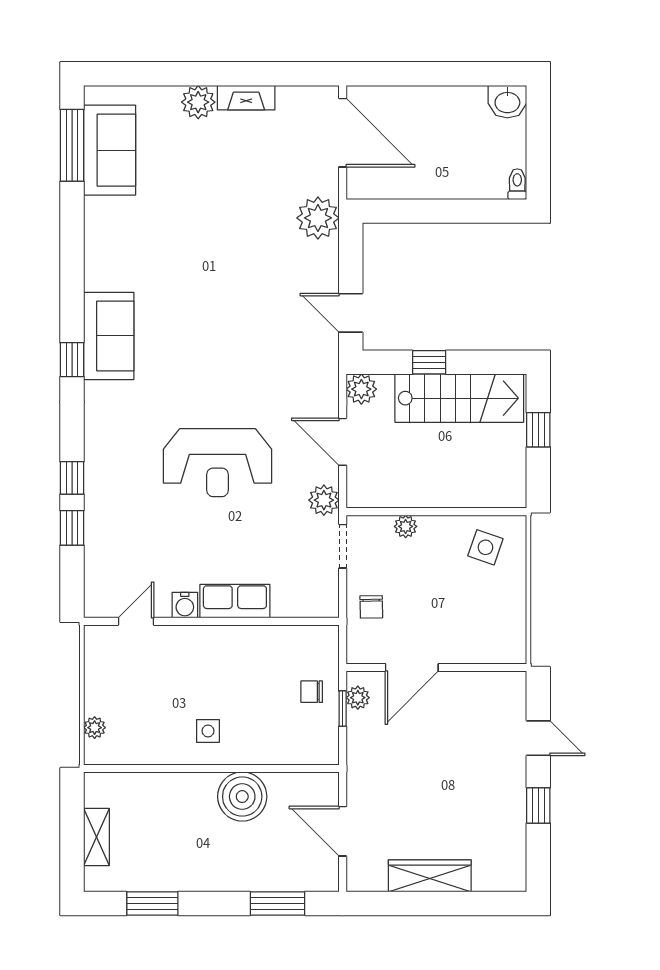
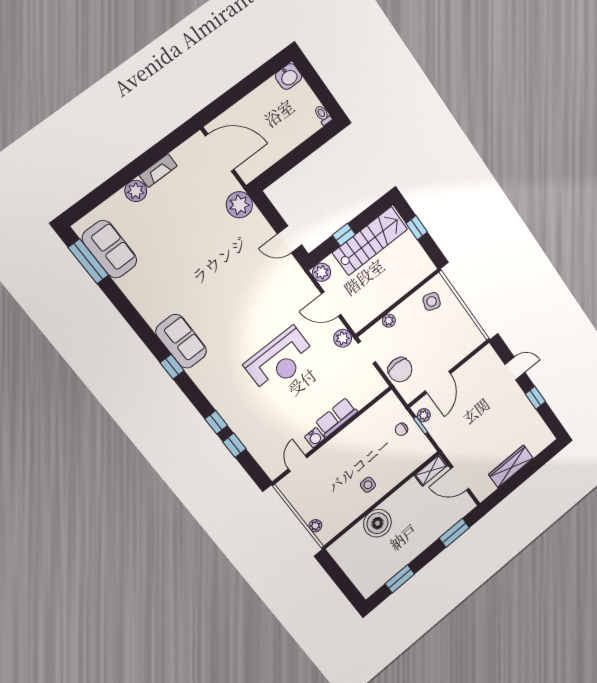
chair: (371, 607) -> (400, 370), width x1.87, depth x1.87
boiler: (242, 797) -> (377, 523), moved
shelving: (96, 837) -> (431, 470), moved, turned 90

